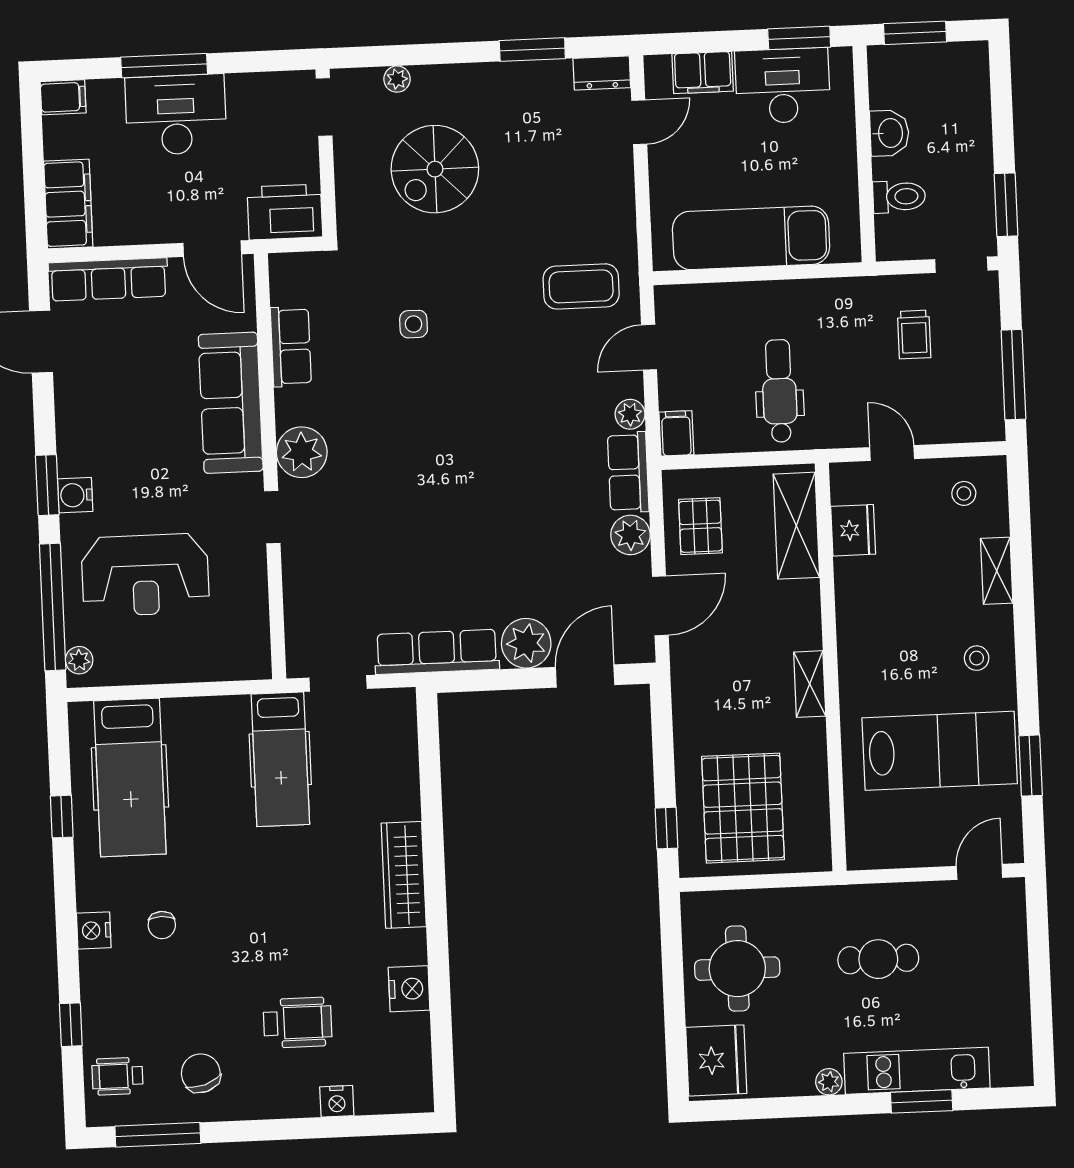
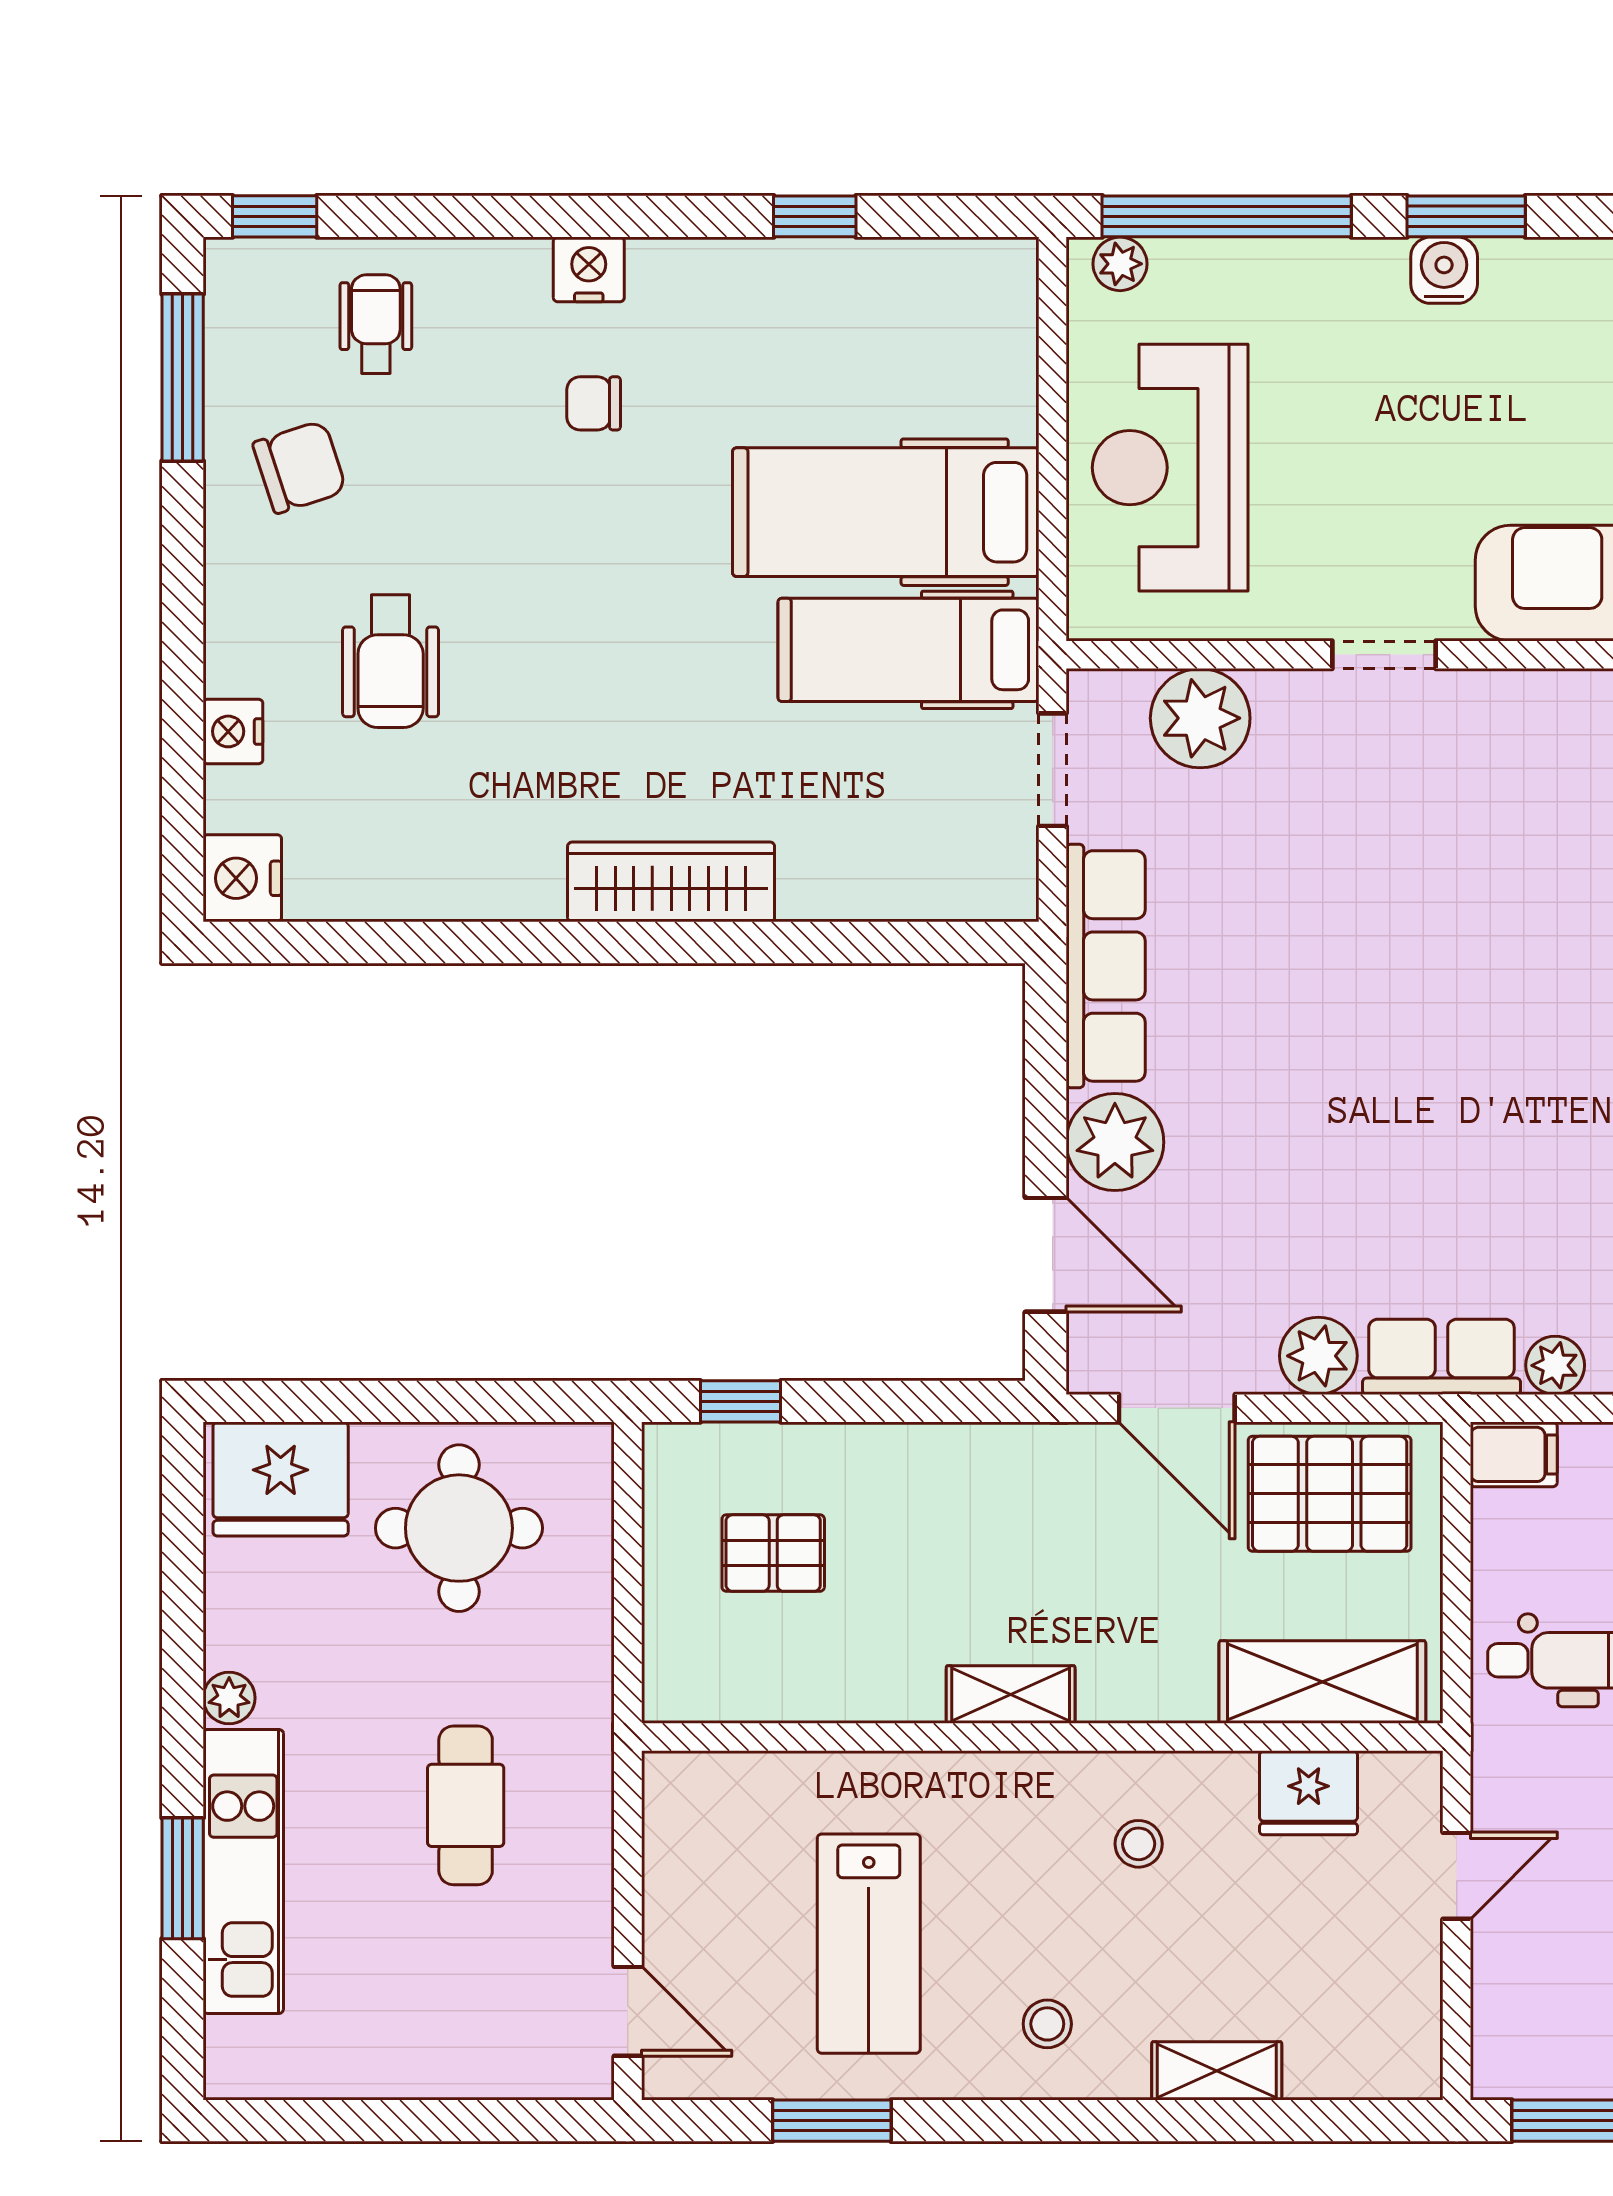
plant: (302, 452) -> (1200, 718), moved
stool: (964, 493) -> (1139, 1844), moved
pallet: (700, 526) -> (1330, 1494), width x1.50, depth x1.42
reception desk: (145, 575) -> (1170, 468), moved
lab bench: (940, 751) -> (869, 1944), width x0.73, depth x0.72
hospital bed: (130, 777) -> (886, 512), moved
pallet: (743, 808) -> (773, 1553), width x0.49, depth x0.50
nightstand: (409, 989) -> (242, 878), moved, turned 90
window: (71, 1025) -> (275, 216), moved
wheelchair: (117, 1076) -> (376, 324), moved

